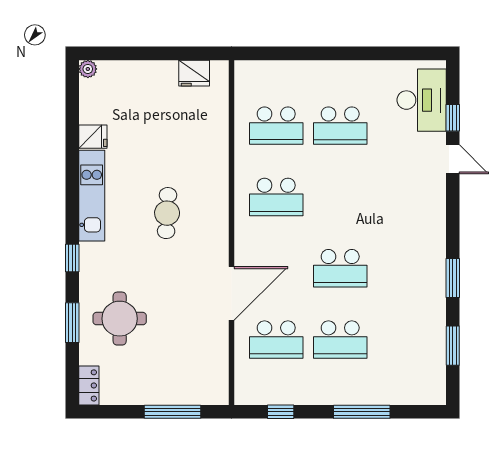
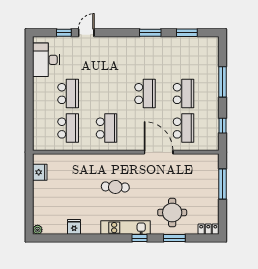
desk: (422, 100) -> (46, 60), moved, turned -90
kitchen unit: (92, 196) -> (125, 228), moved

